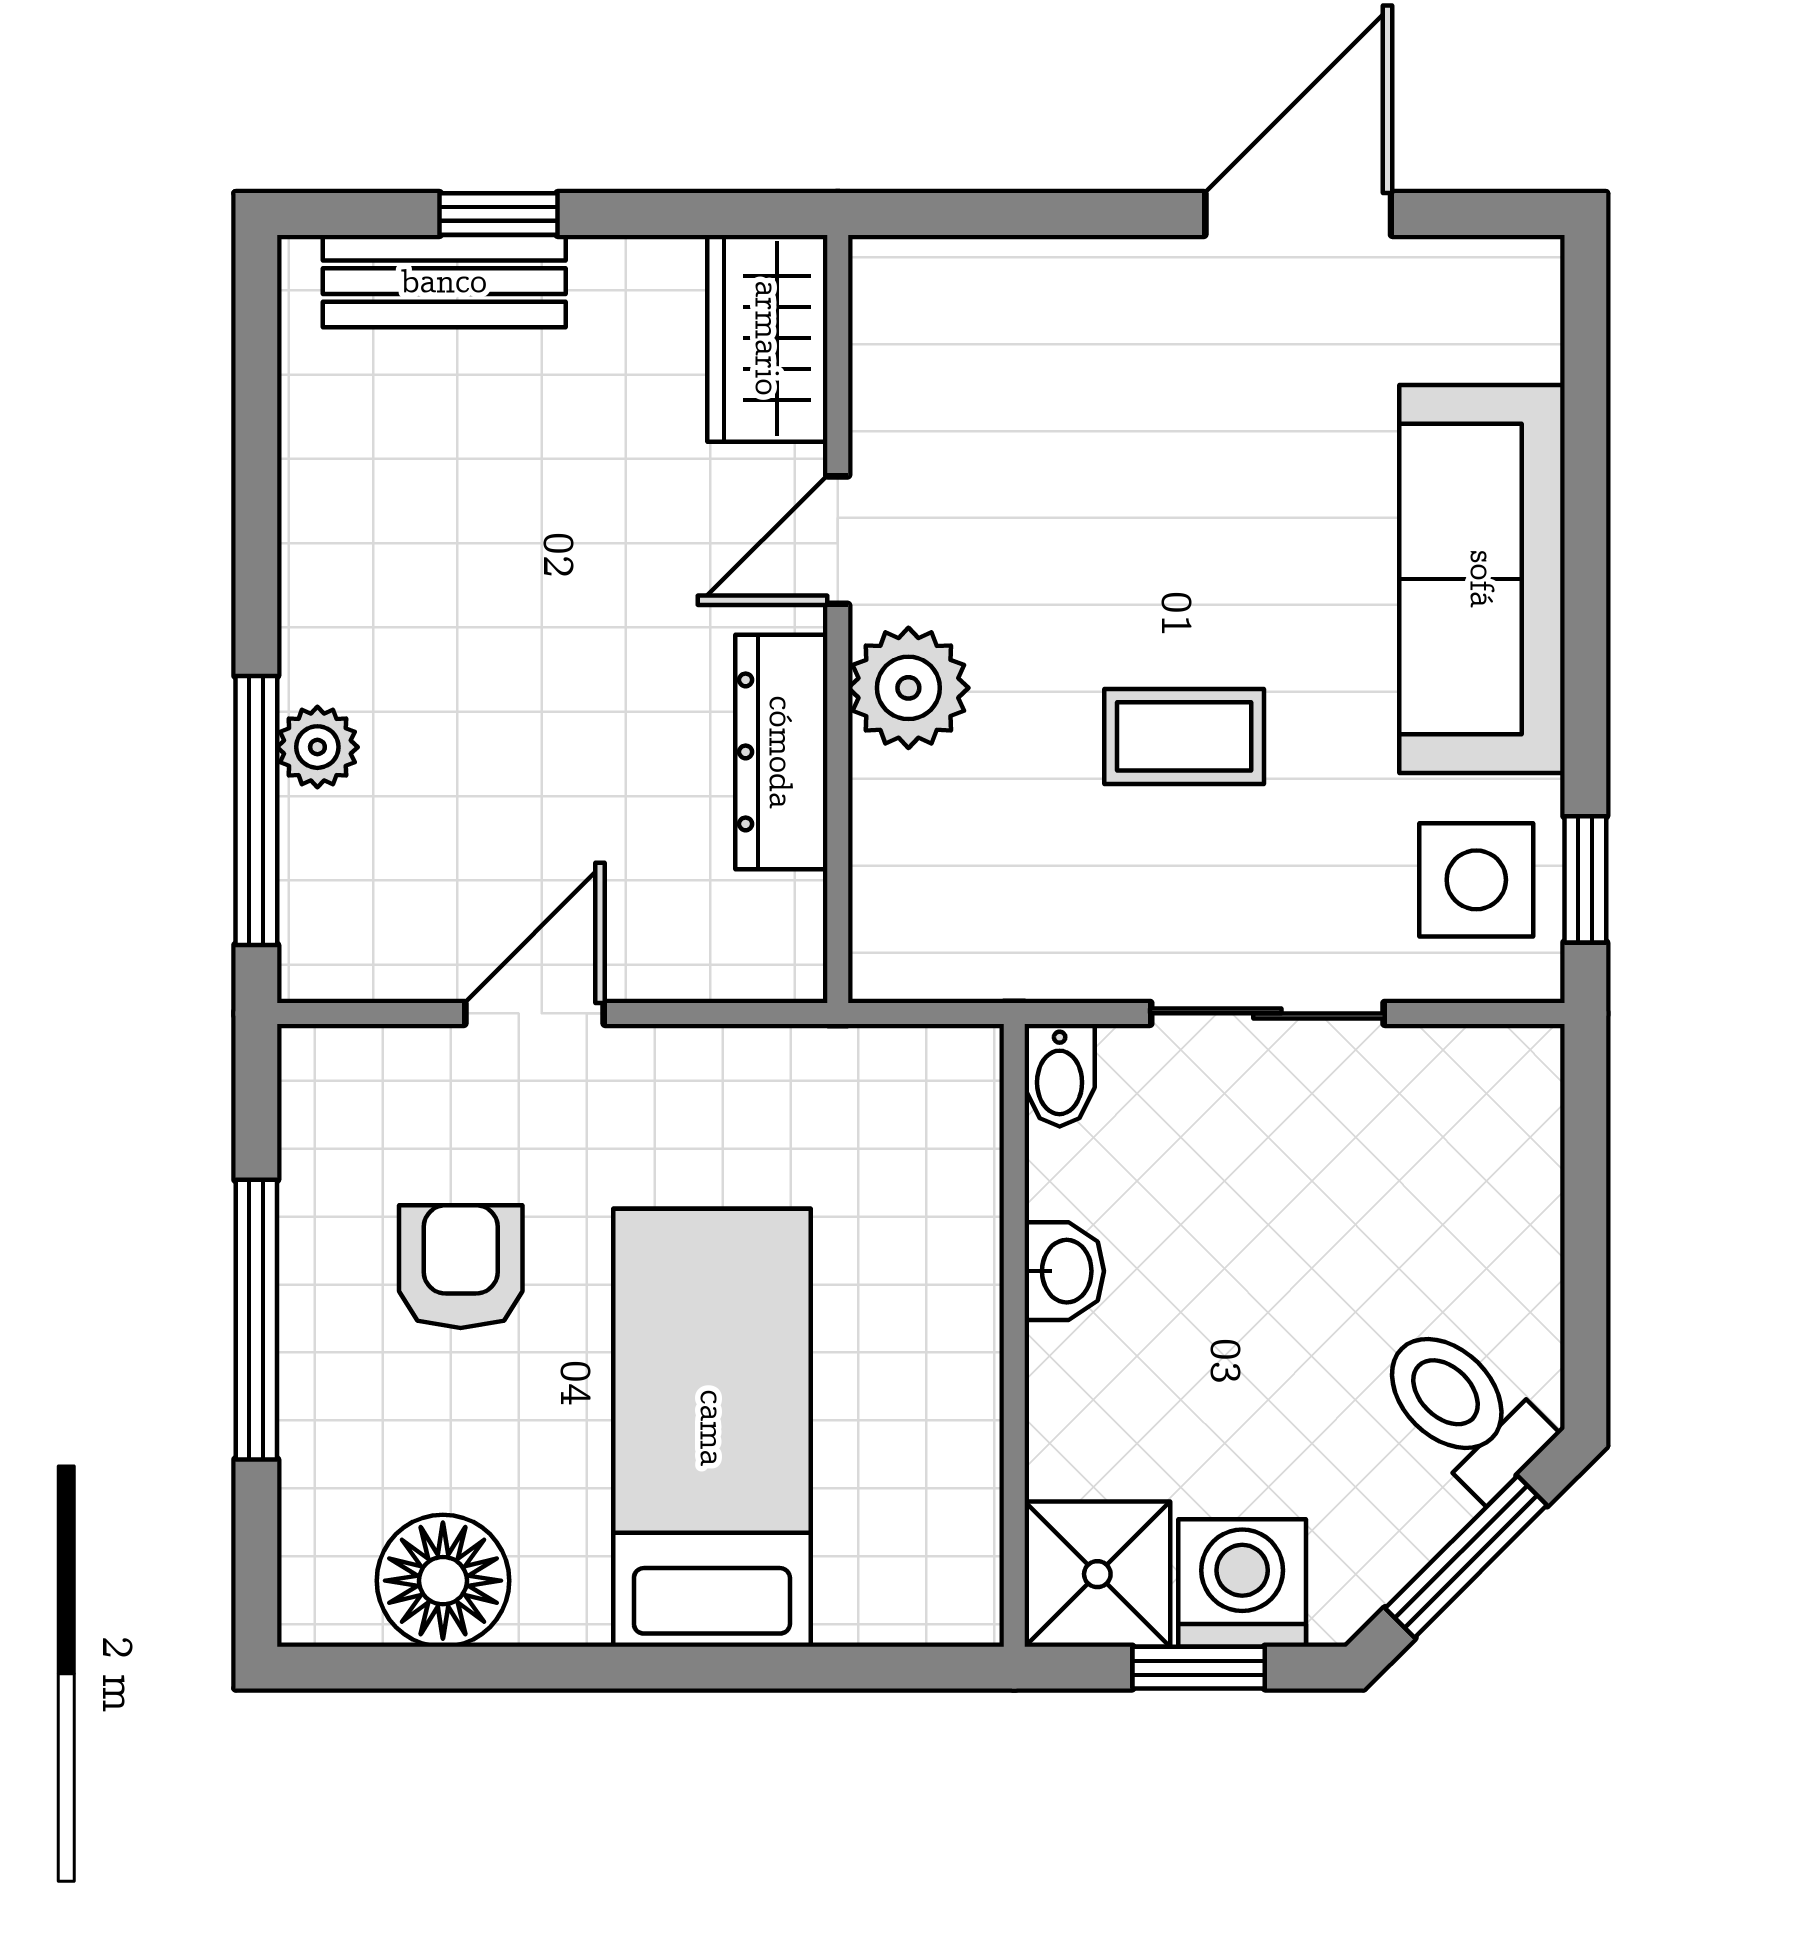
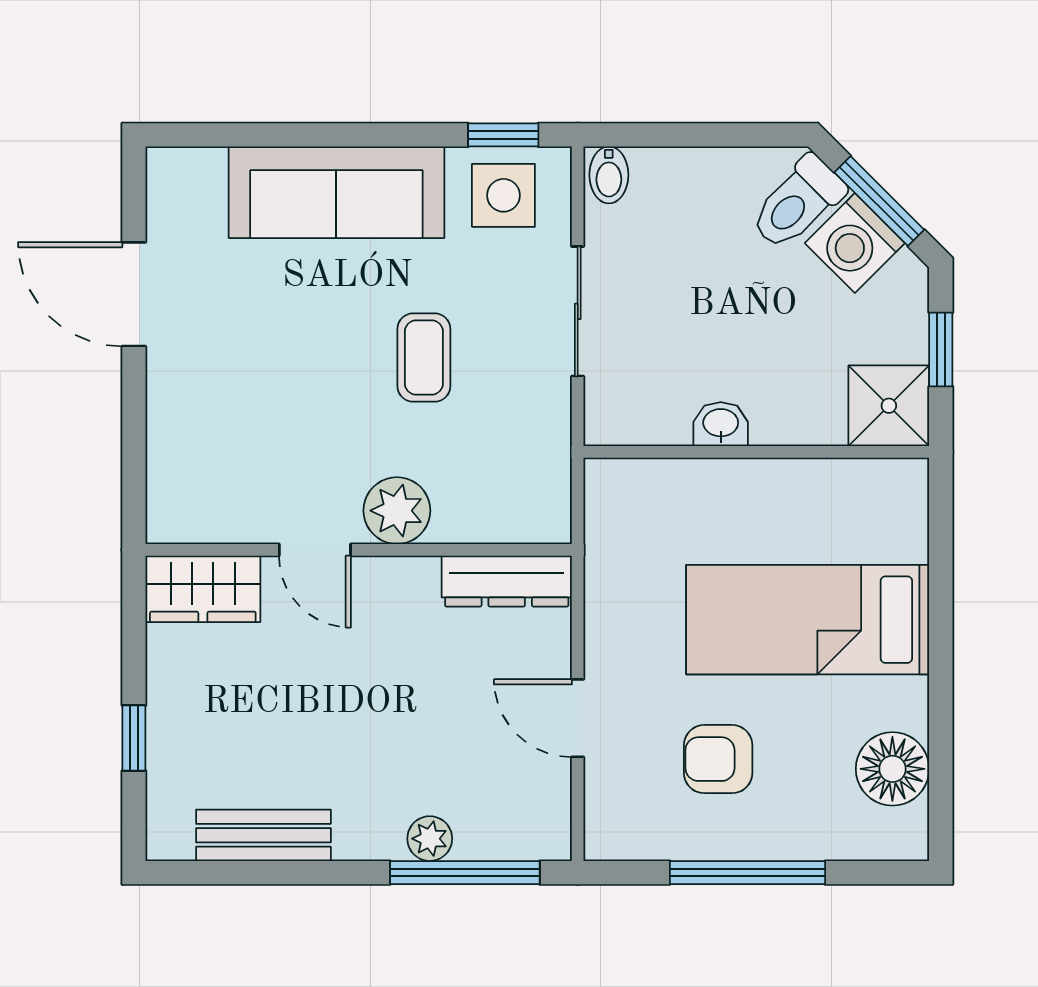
bench: (444, 281) -> (263, 835), moved, turned 90
dresser: (781, 752) -> (507, 581), moved
bidet: (1060, 1075) -> (609, 175), moved, turned 90
washing machine: (1242, 1583) -> (855, 243), moved, turned -45

